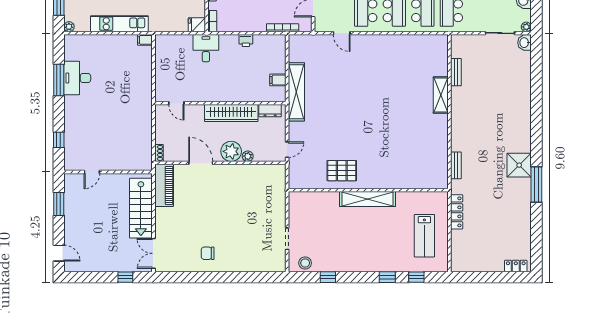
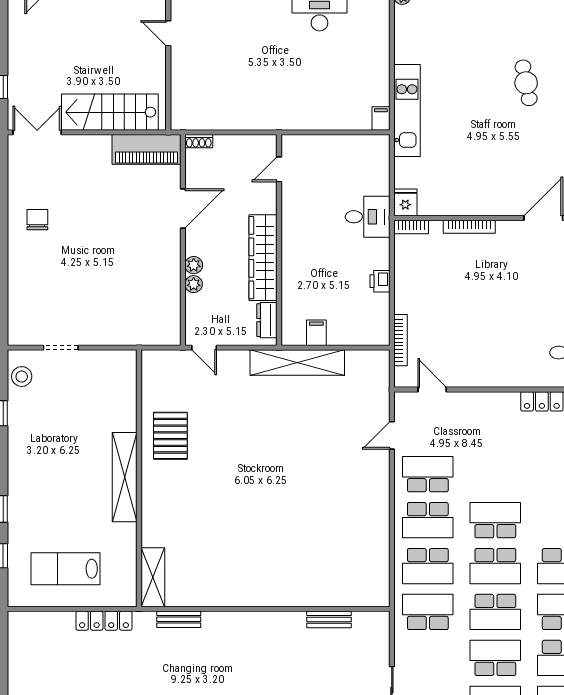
kitchen unit: (119, 24) -> (407, 110), moved
shelving: (441, 95) -> (153, 577), moved, turned 90
plant: (231, 151) -> (194, 265), width x0.53, depth x0.53

